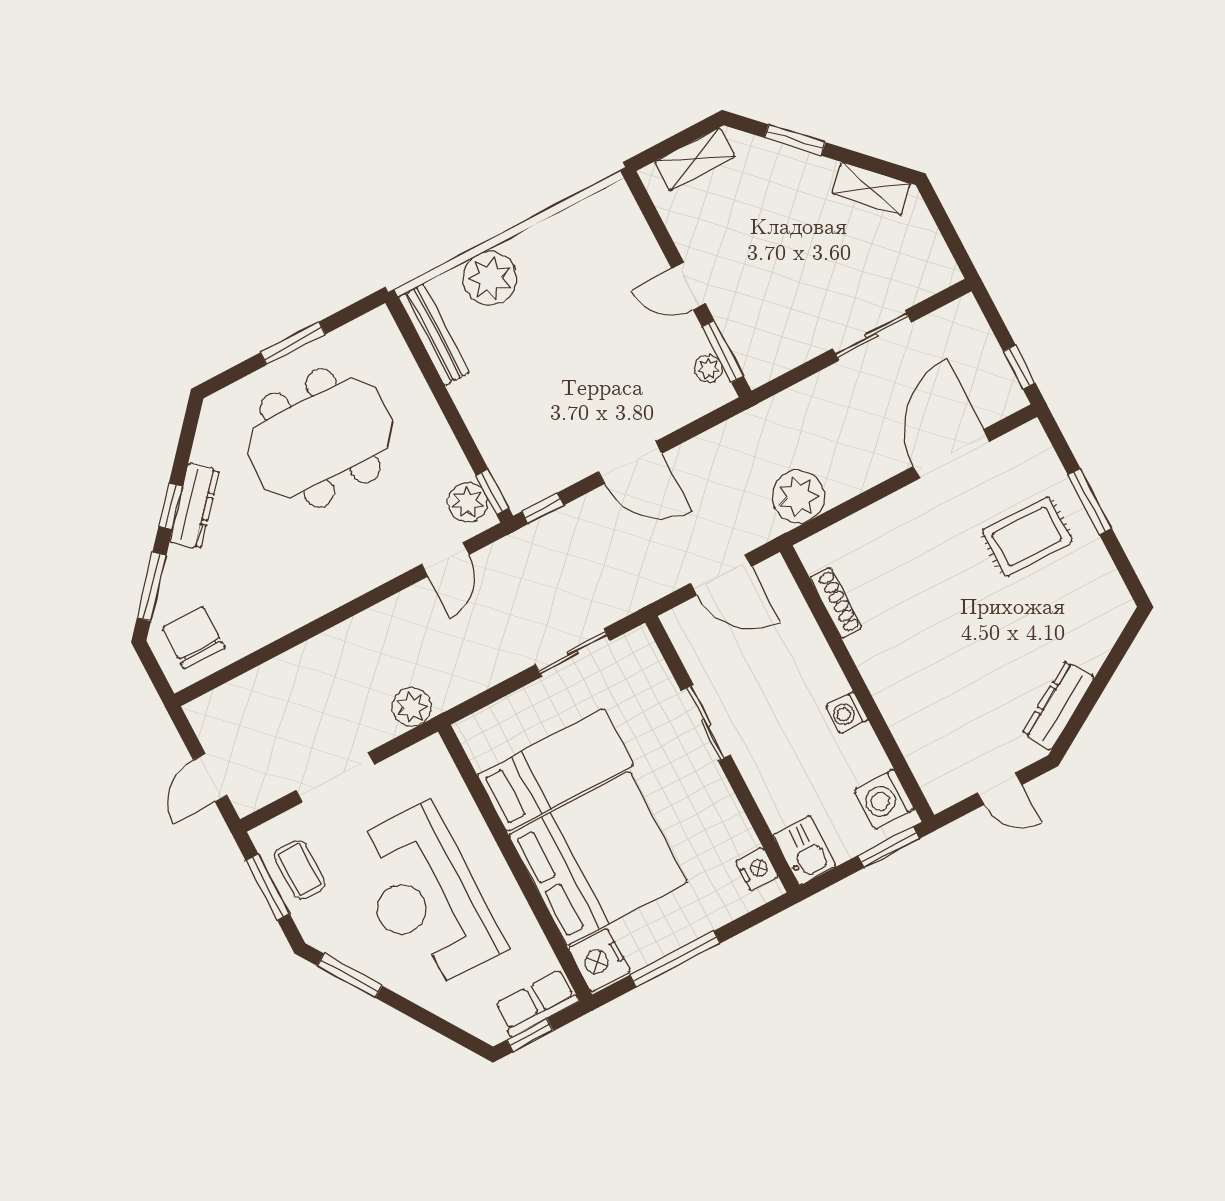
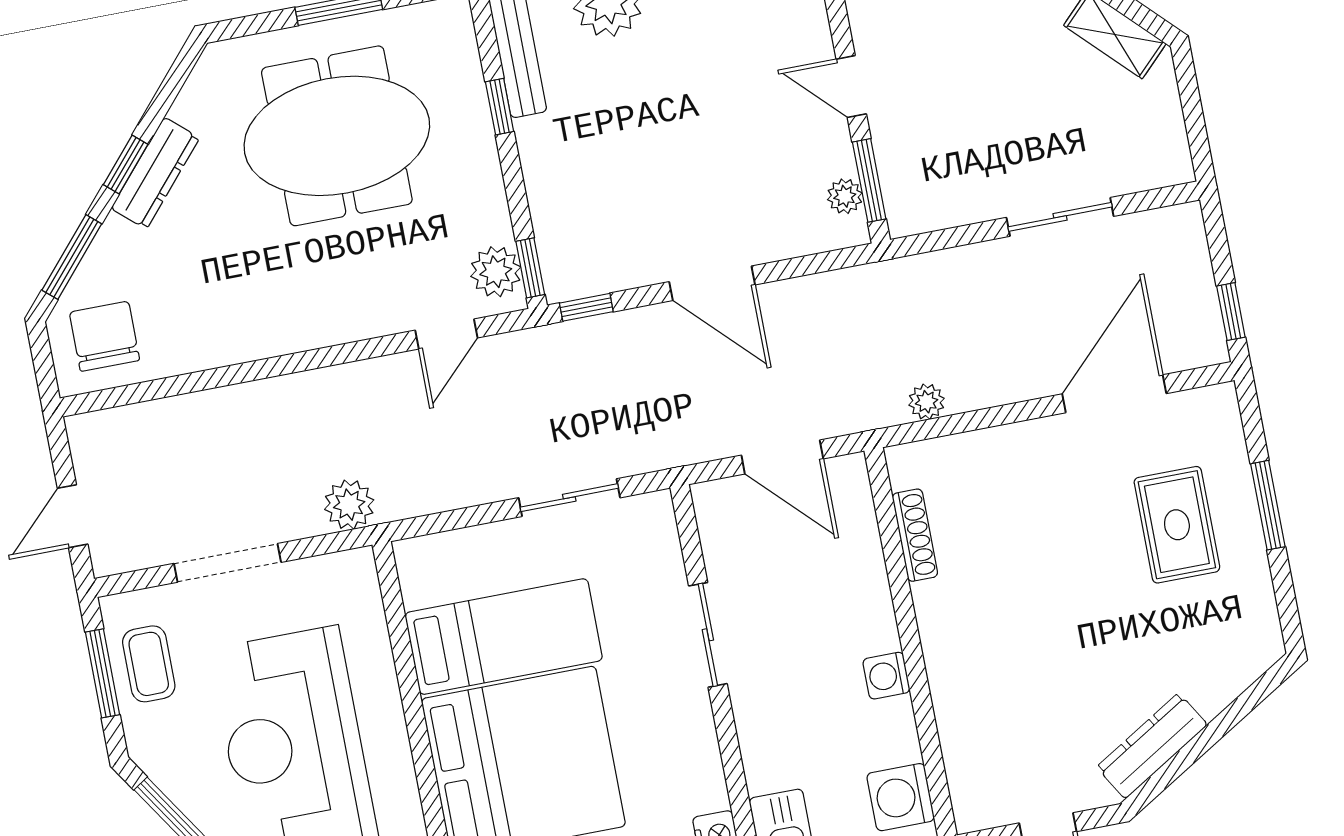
window: (434, 380) -> (500, 107), added
plant: (798, 497) -> (927, 402), width x0.53, depth x0.53
rug: (1027, 536) -> (1177, 525), turned 90

